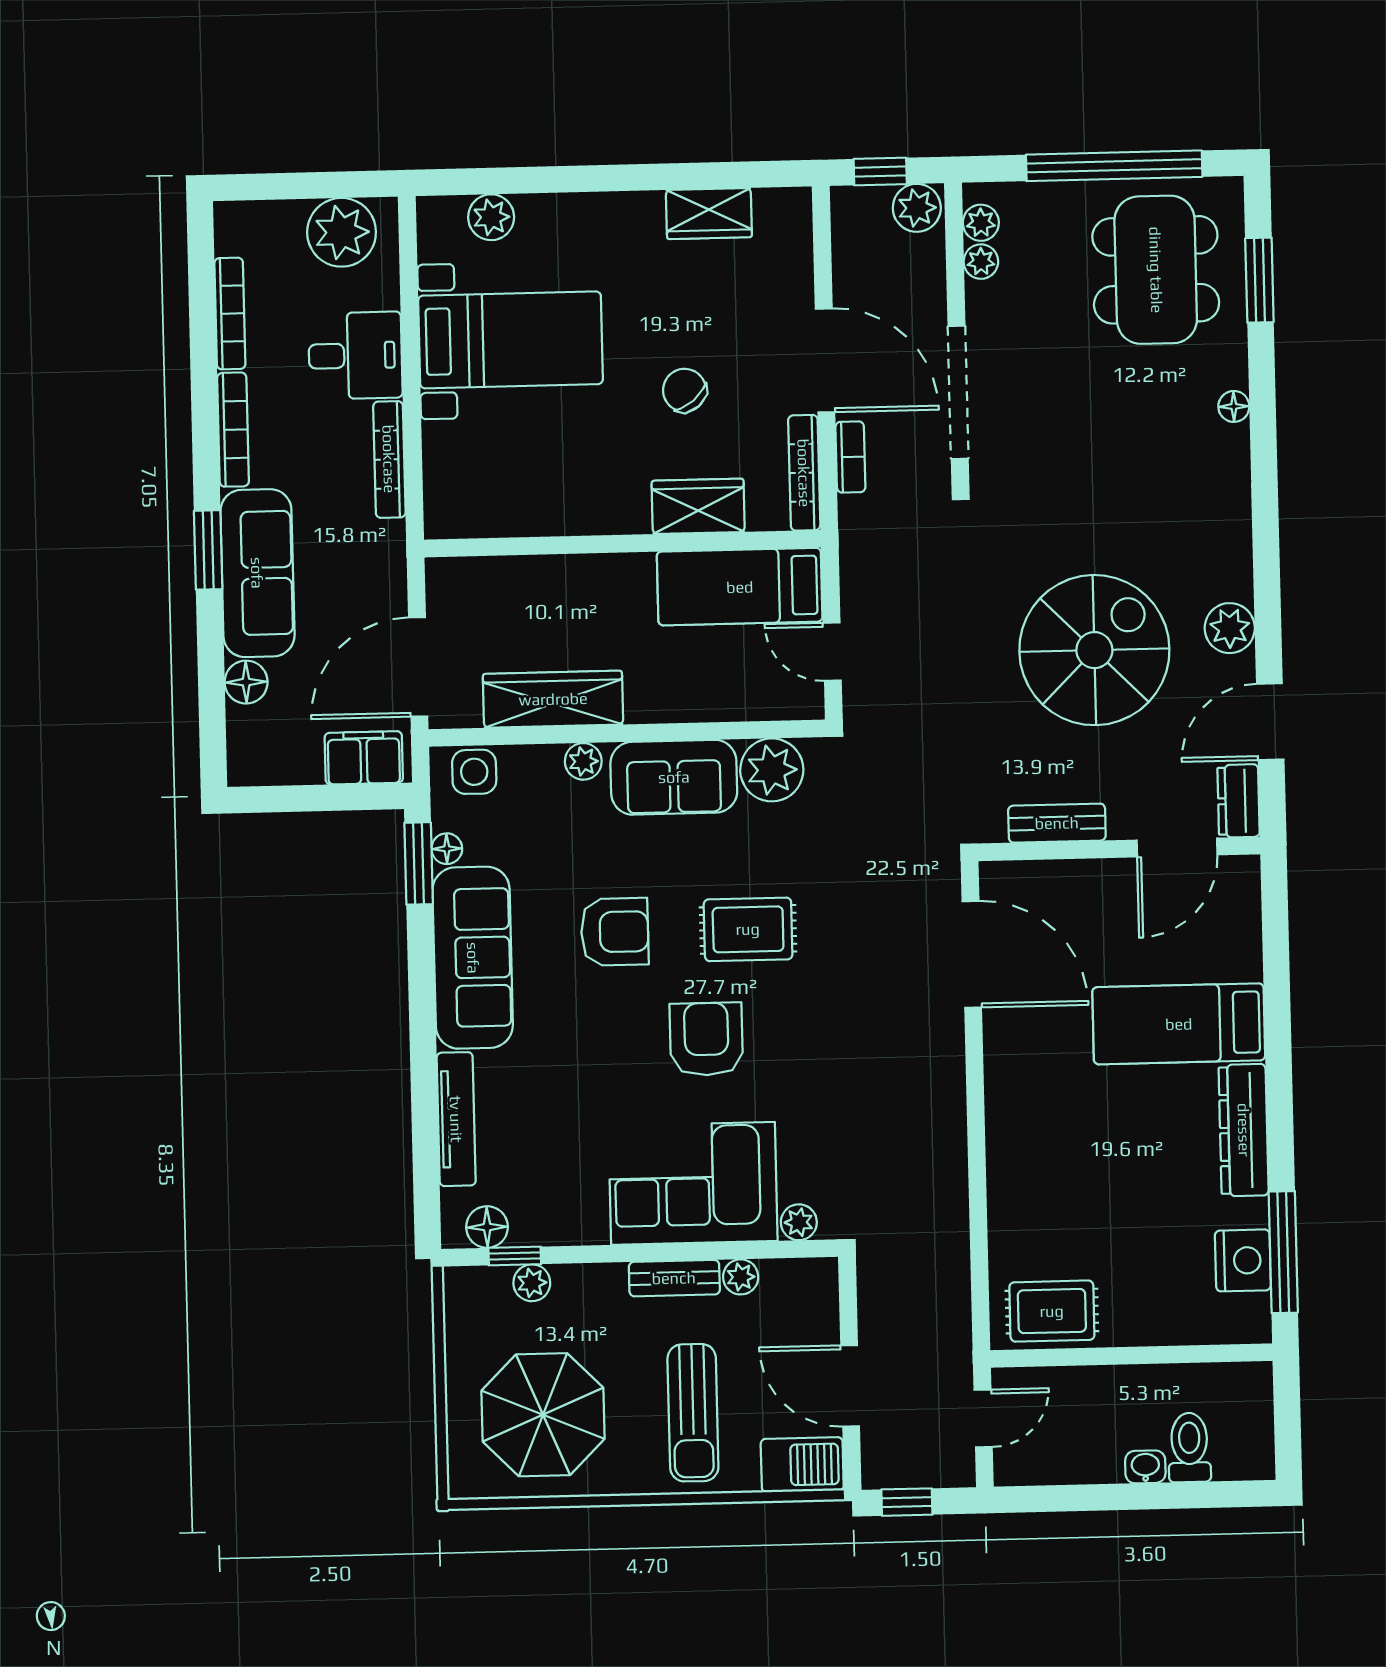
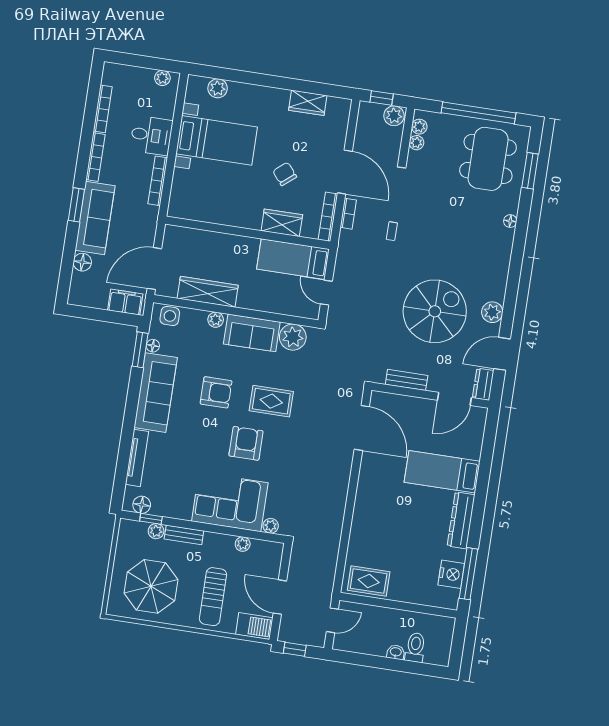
plant: (342, 232) -> (162, 78), width x0.53, depth x0.53
bench: (674, 1278) -> (184, 535), moved

